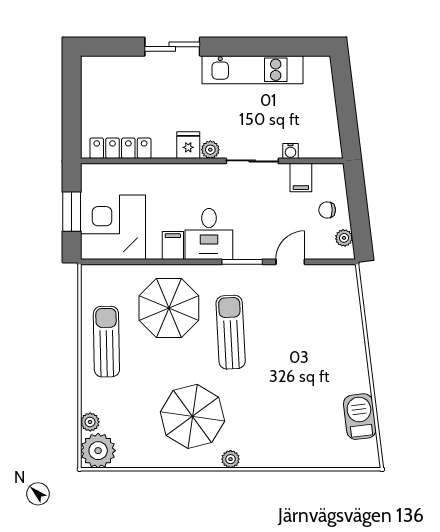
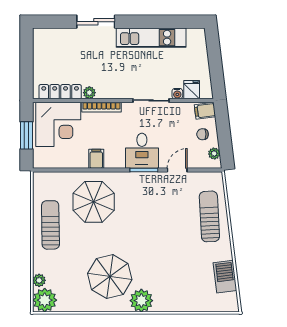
fridge: (188, 145) -> (192, 90), moved
plant: (210, 150) -> (89, 93), moved
bookcase: (180, 170) -> (101, 107), added
filing cabinet: (301, 177) -> (205, 111), moved, turned 83
corner desk: (113, 227) -> (58, 124), moved, turned 180
desk: (209, 234) -> (142, 151), moved
sun lounger: (231, 332) -> (209, 216), moved
plant: (231, 459) -> (141, 301), width x1.88, depth x1.88

